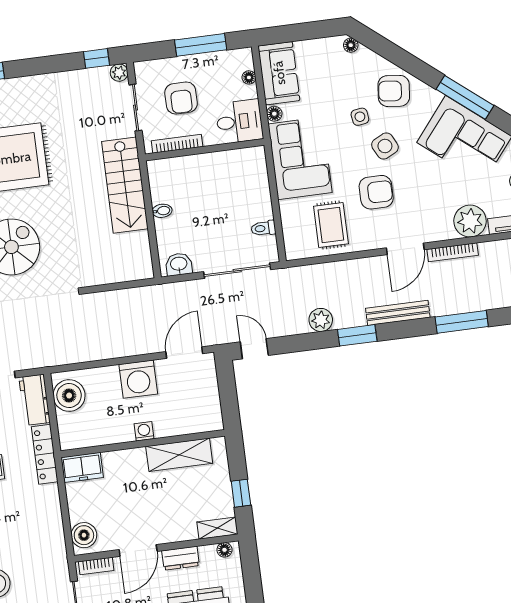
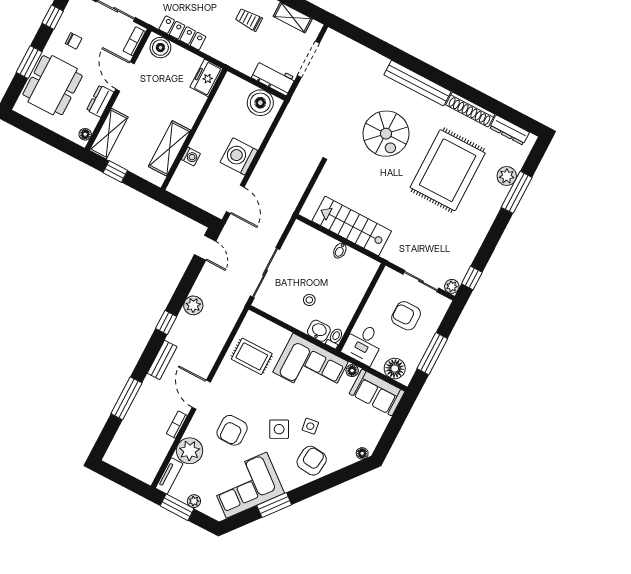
floor lamp: (249, 77) -> (395, 369), width x1.89, depth x1.89
window: (465, 97) -> (274, 505), width x0.69
bookcase: (177, 144) -> (378, 292), removed
stairs: (125, 185) -> (352, 226), moved
armchair: (376, 192) -> (232, 430), moved
stool: (233, 207) -> (309, 300), added
toilet: (263, 228) -> (335, 338), moved
bookcase: (453, 252) -> (177, 425), width x0.64
washbasin: (179, 264) -> (319, 331), moved, turned -90
bench: (398, 313) -> (162, 360), width x0.73
window: (357, 335) -> (166, 322), width x0.67
door: (254, 349) -> (205, 248), hinge flipped
washing machine: (144, 431) -> (191, 156), moved
locker: (45, 454) -> (182, 33), moved
shelving: (217, 528) -> (109, 134), width x1.50, depth x1.33

